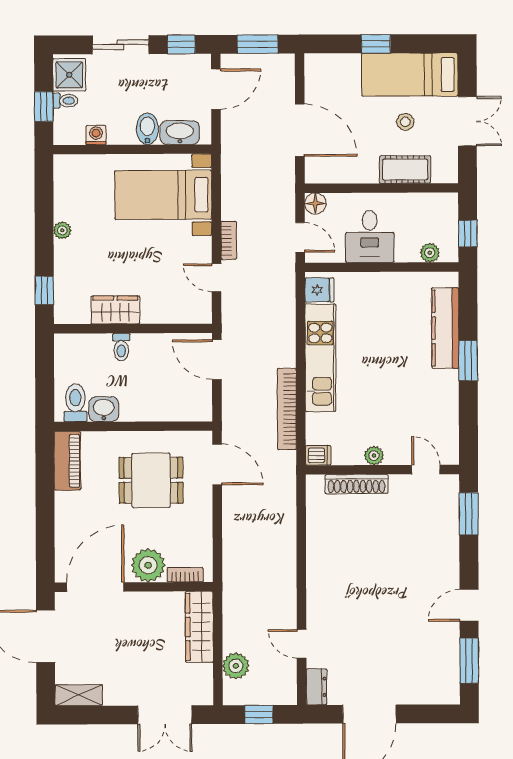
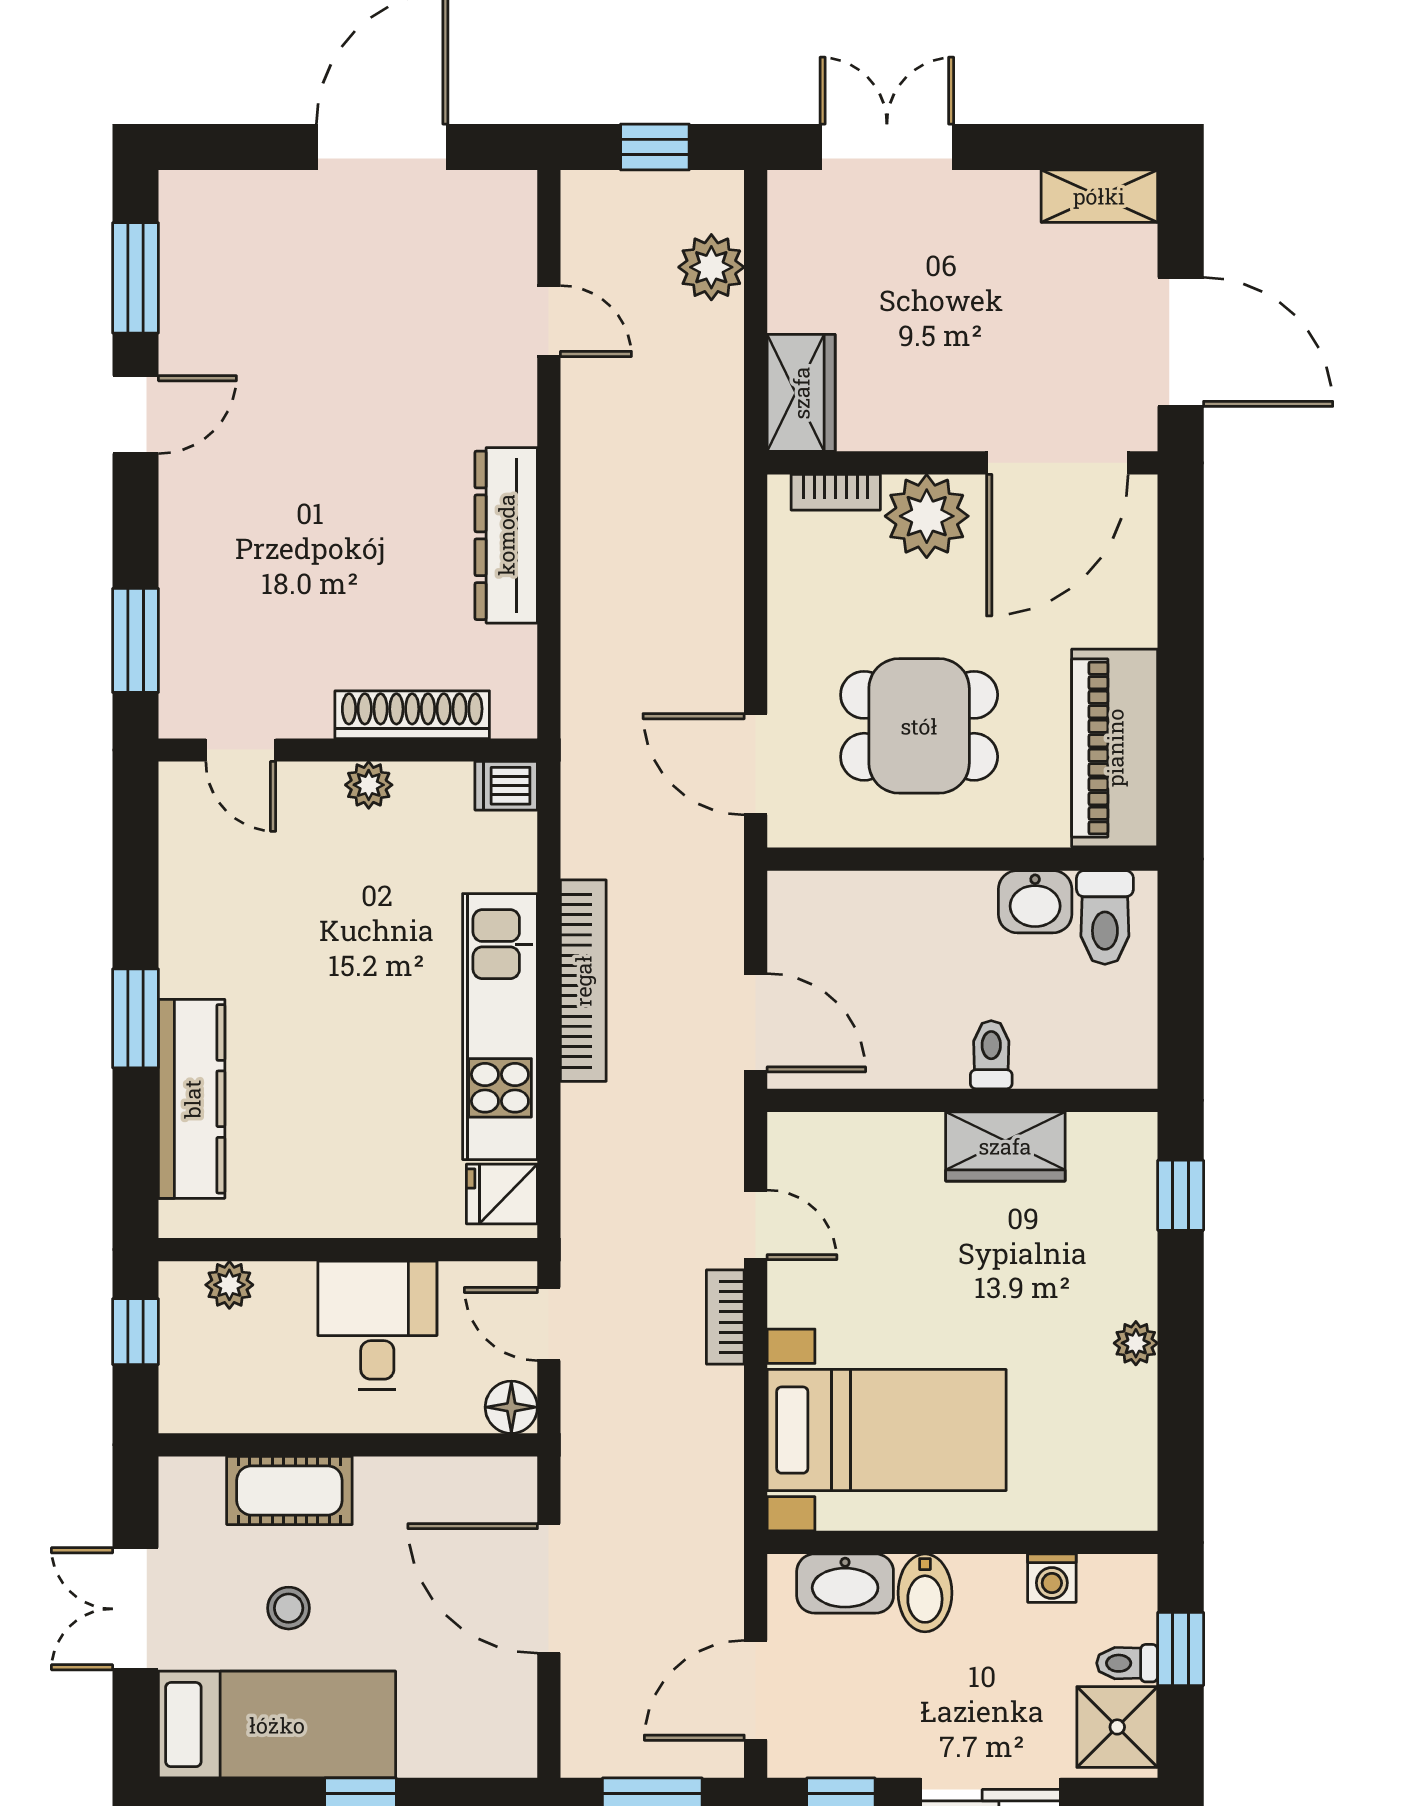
bookcase: (287, 409) -> (583, 981), moved
piano: (67, 461) -> (1115, 748), width x1.37, depth x1.33
wardrobe: (199, 627) -> (801, 393), width x0.67
dresser: (317, 687) -> (506, 535), moved, width x1.96, depth x1.24

